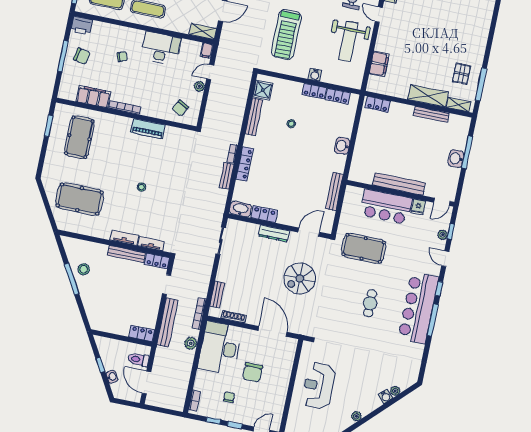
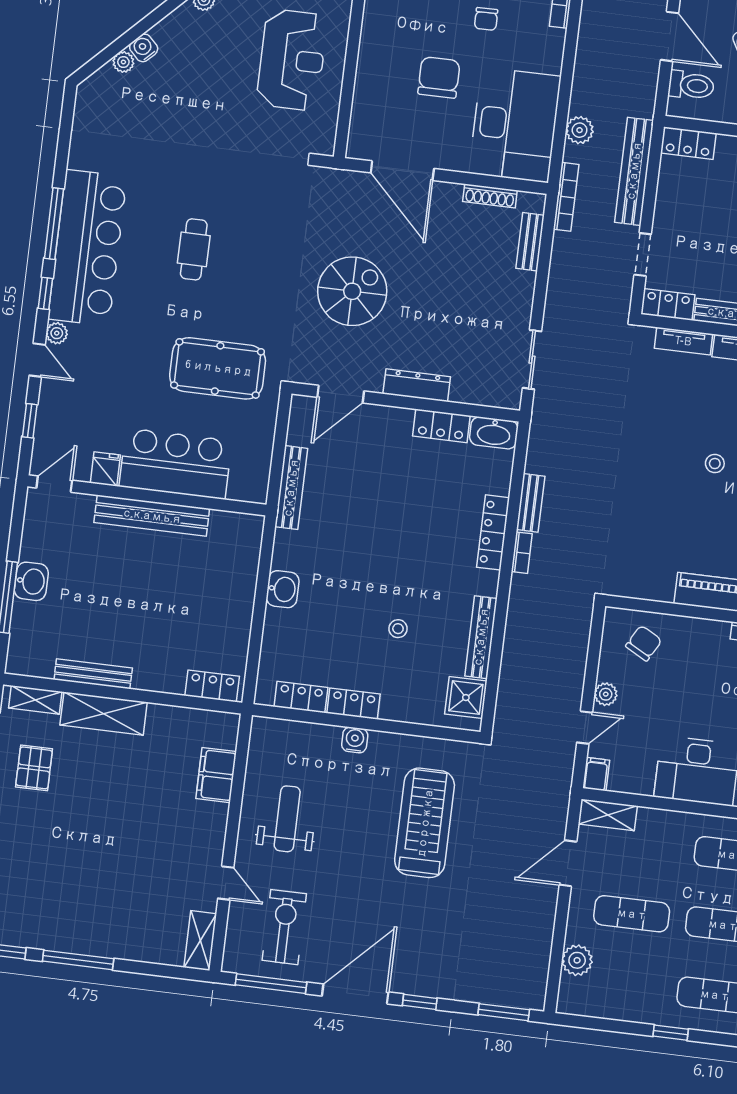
weight bench: (348, 41) -> (287, 819), width x0.73, depth x0.75
plant: (443, 235) -> (57, 333), moved

